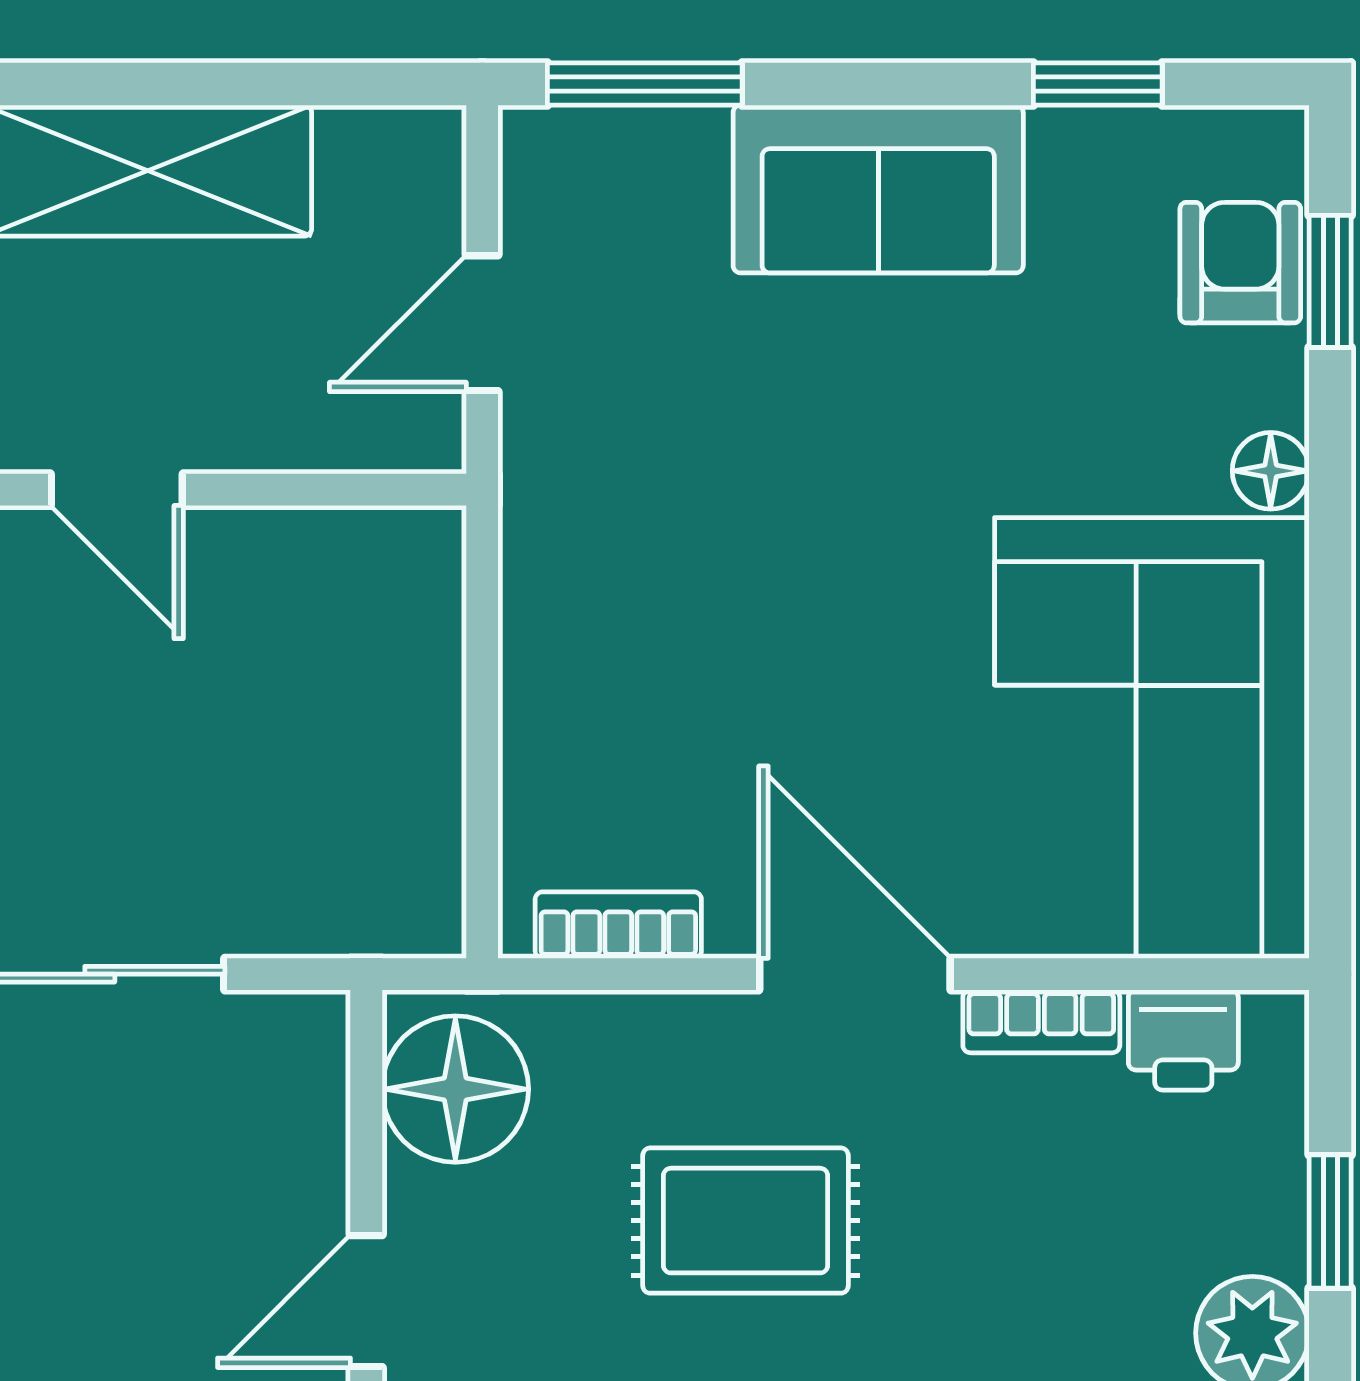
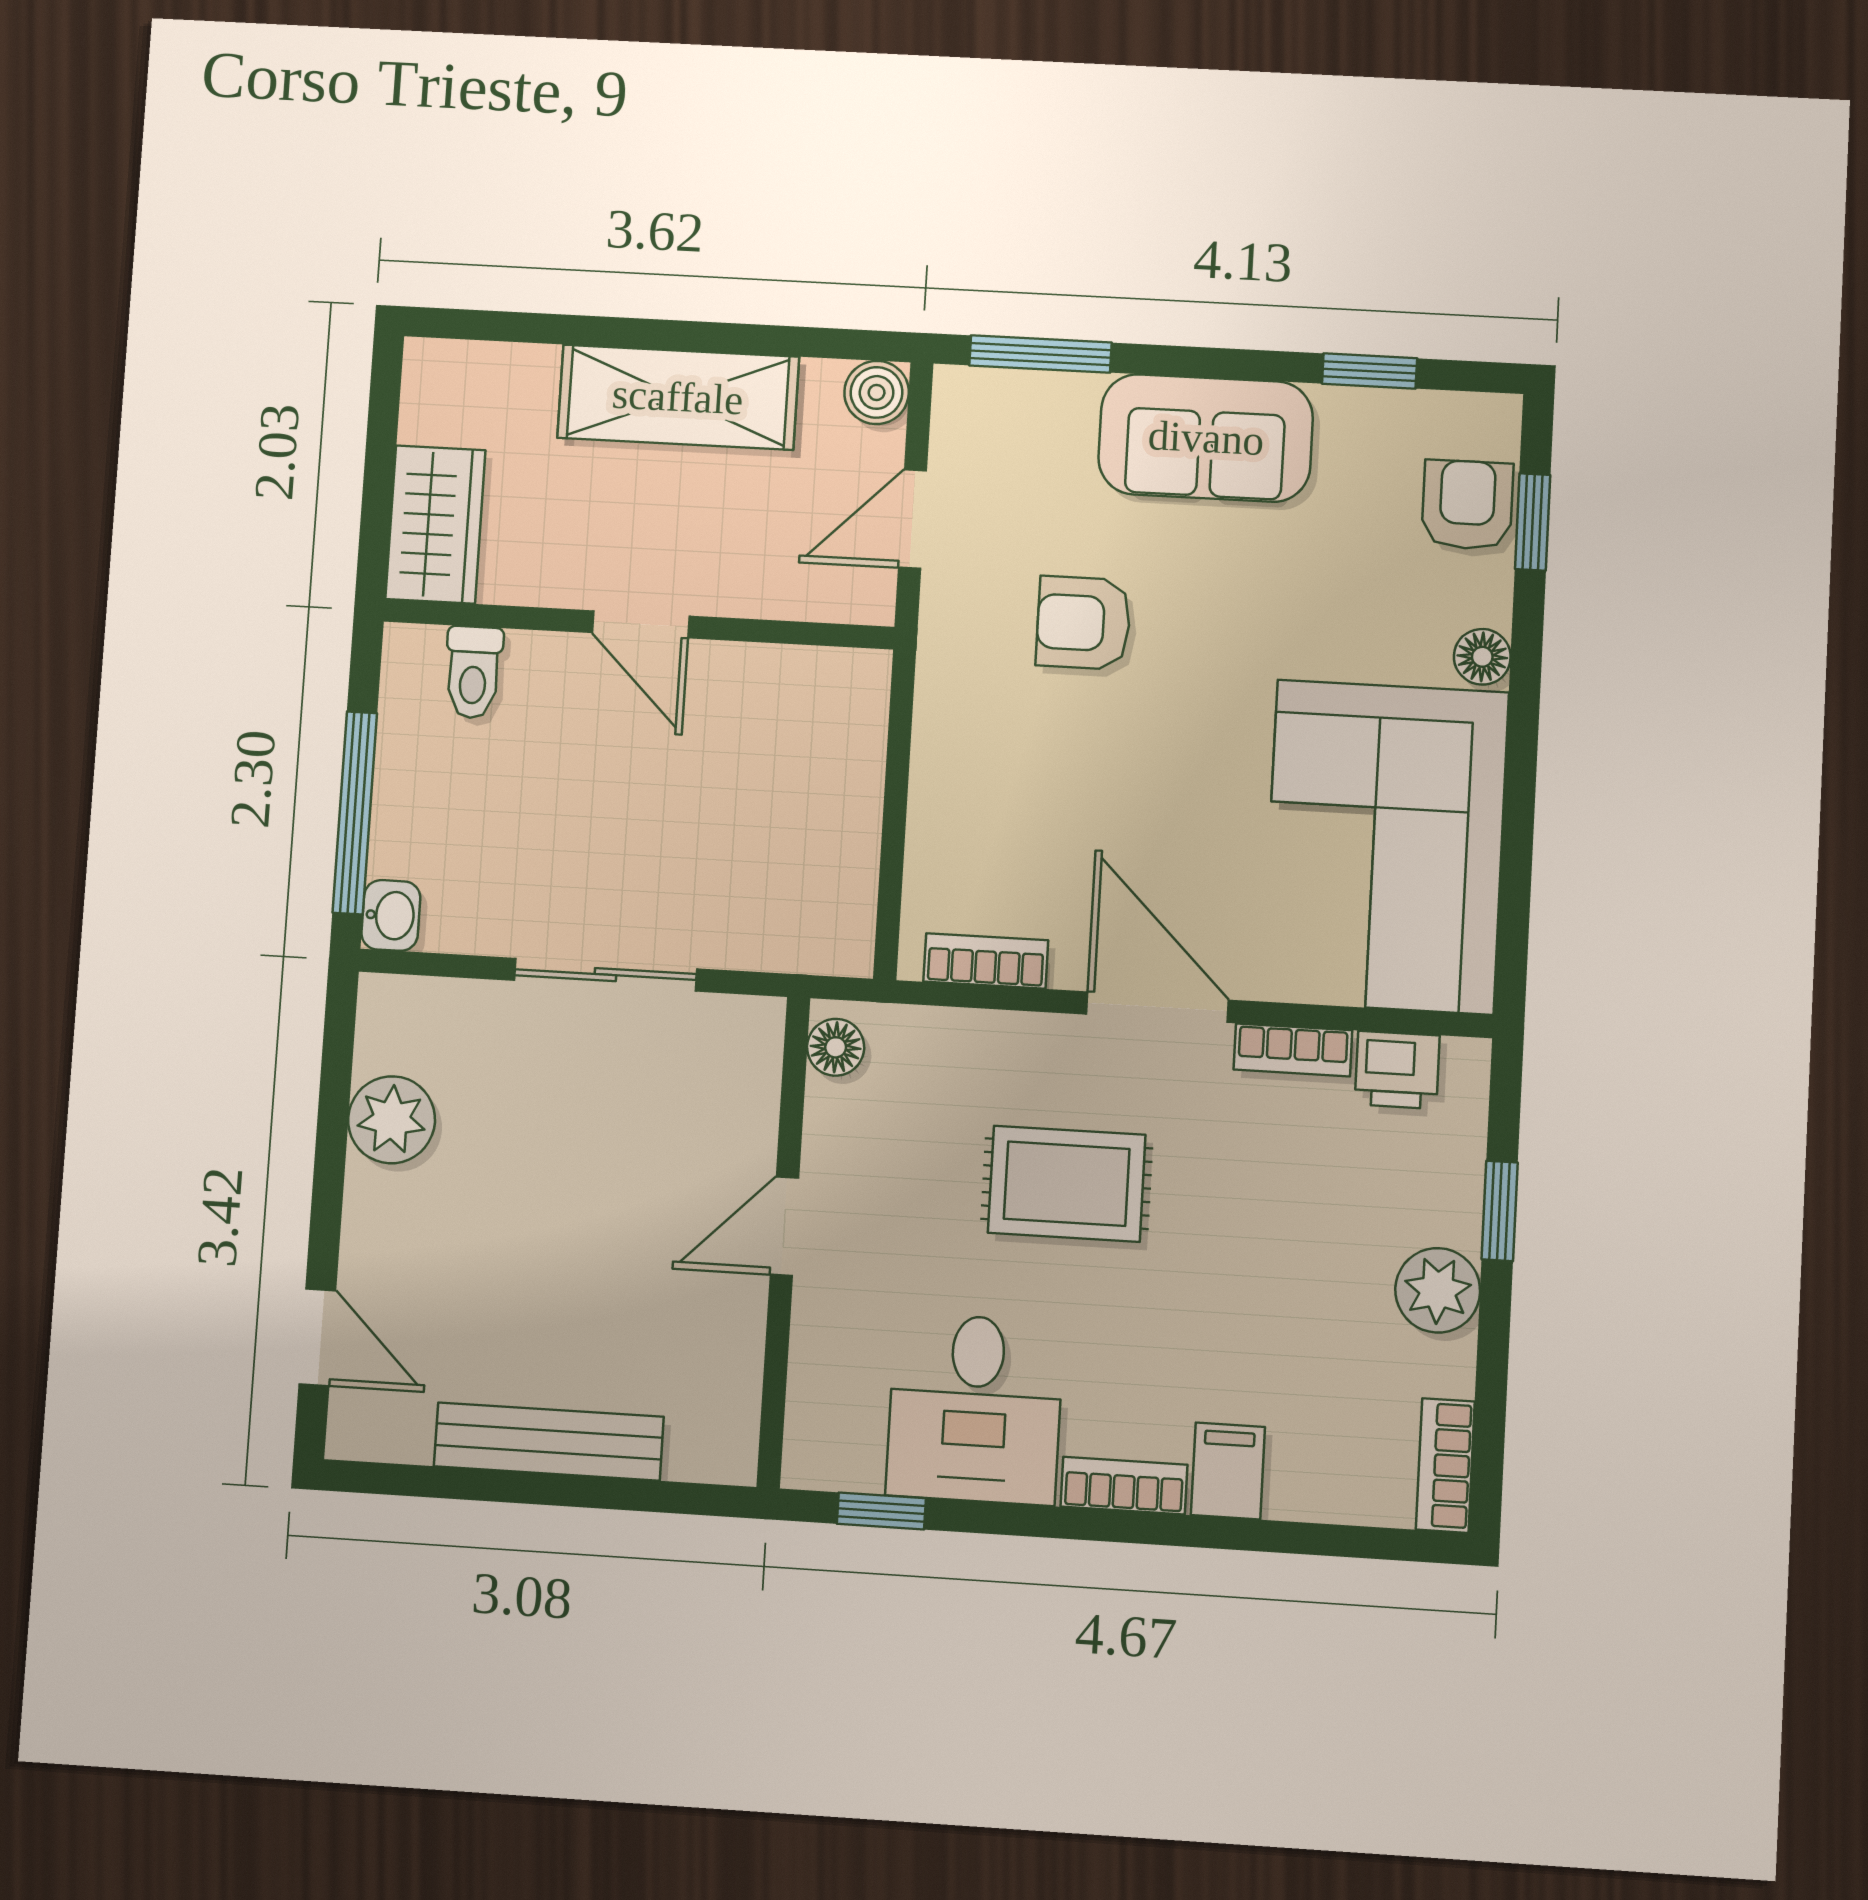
boiler: (422, 150) -> (877, 392), added
armchair: (725, 454) -> (1083, 623), added
floor lamp: (455, 1089) -> (836, 1047), width x0.53, depth x0.53

